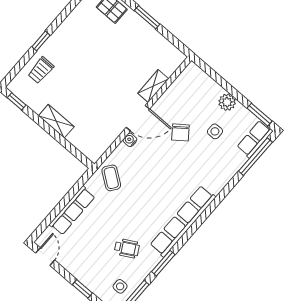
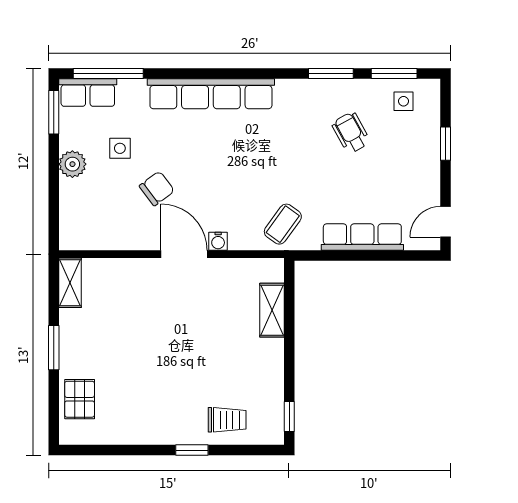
shelving: (153, 86) -> (70, 283), moved, turned 90
shelving: (56, 121) -> (272, 310), moved
row of seats: (183, 221) -> (211, 94), moved

